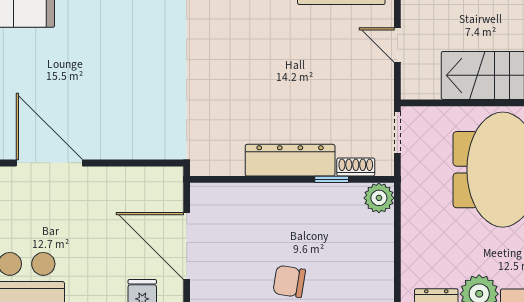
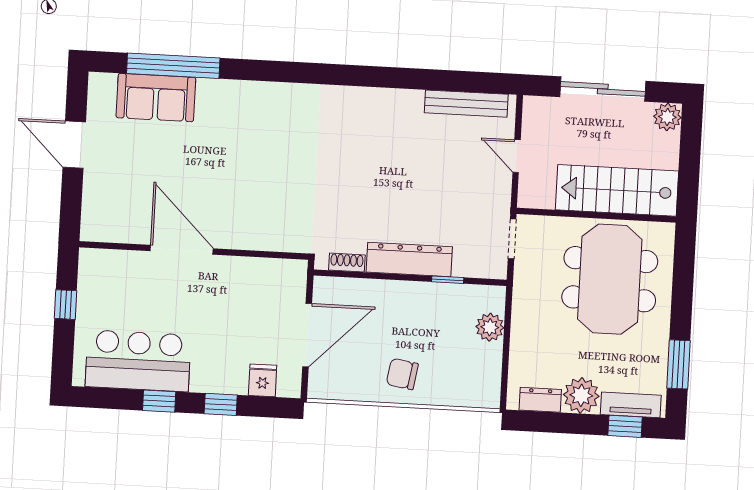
shoe rack: (356, 167) -> (347, 263), moved
plant: (379, 198) -> (490, 327), moved
door: (187, 246) -> (307, 335), swing flipped

